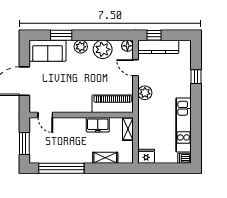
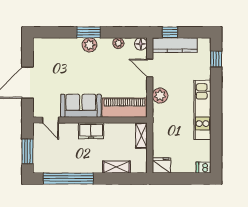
window: (61, 35) -> (89, 32), moved
plant: (103, 49) -> (118, 43), width x0.53, depth x0.53
sofa: (48, 51) -> (81, 106), moved, turned 180
window: (196, 77) -> (216, 59), moved
freezer: (98, 125) -> (91, 131), moved
kitchen unit: (183, 125) -> (202, 110), moved

